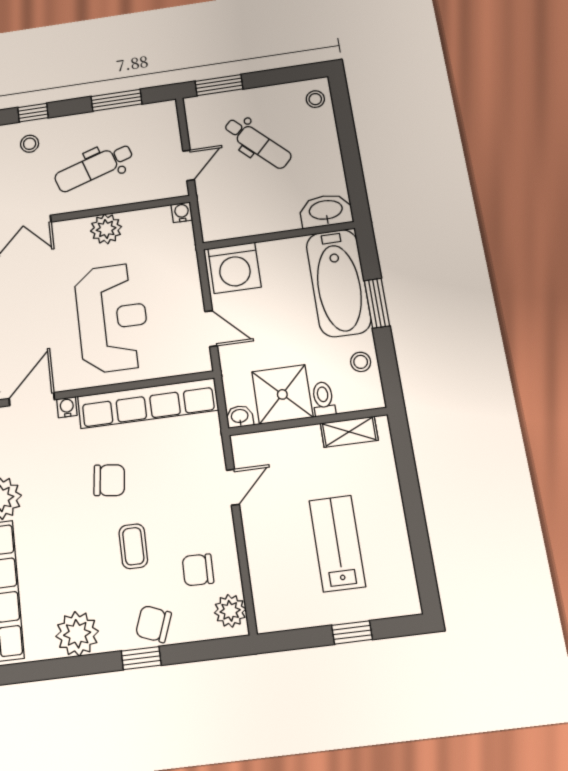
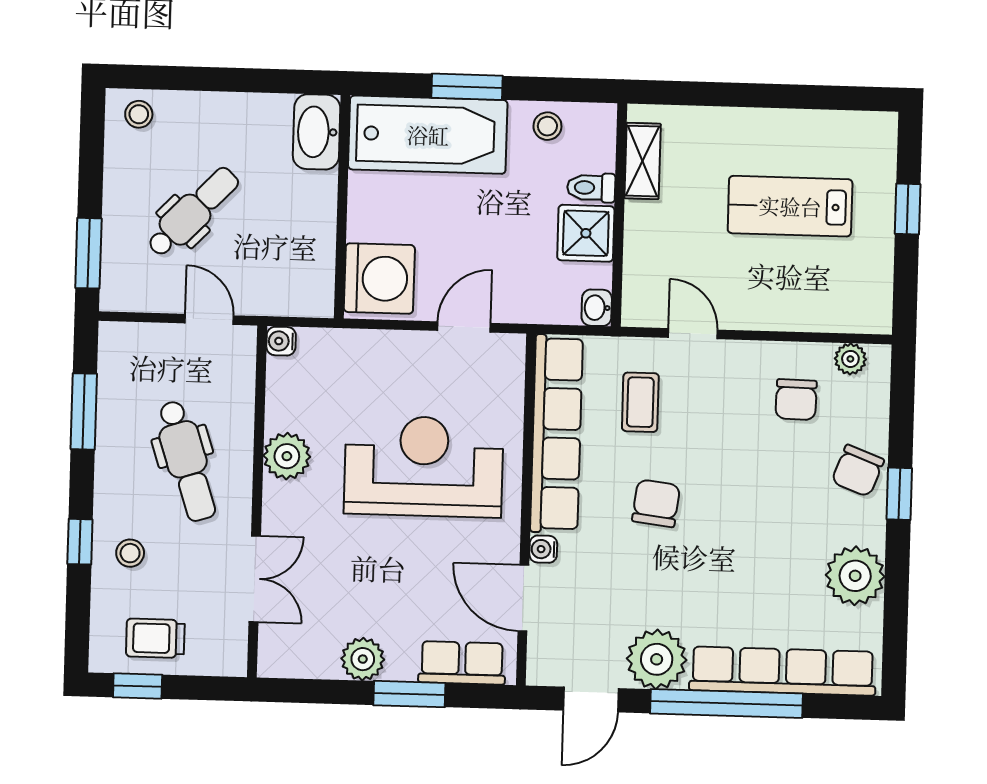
shower: (282, 394) -> (586, 233), width x0.73, depth x0.73
coffee table: (133, 546) -> (640, 402), moved, turned 90
plant: (230, 611) -> (850, 359), width x0.73, depth x0.73

